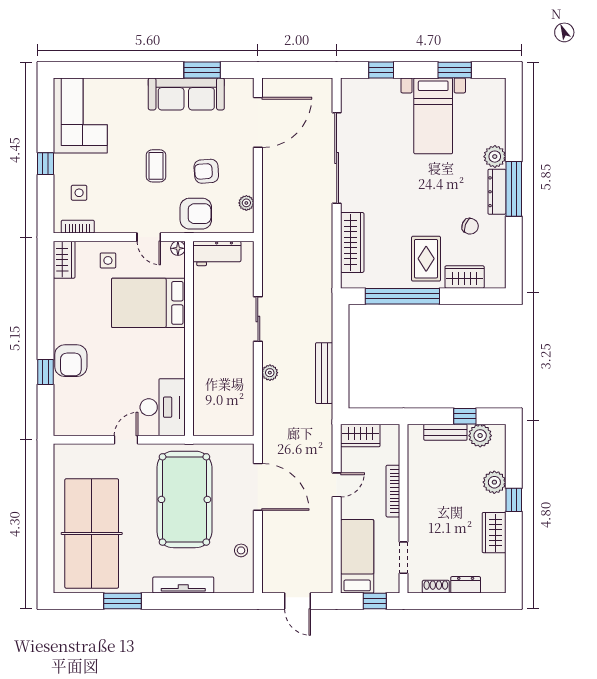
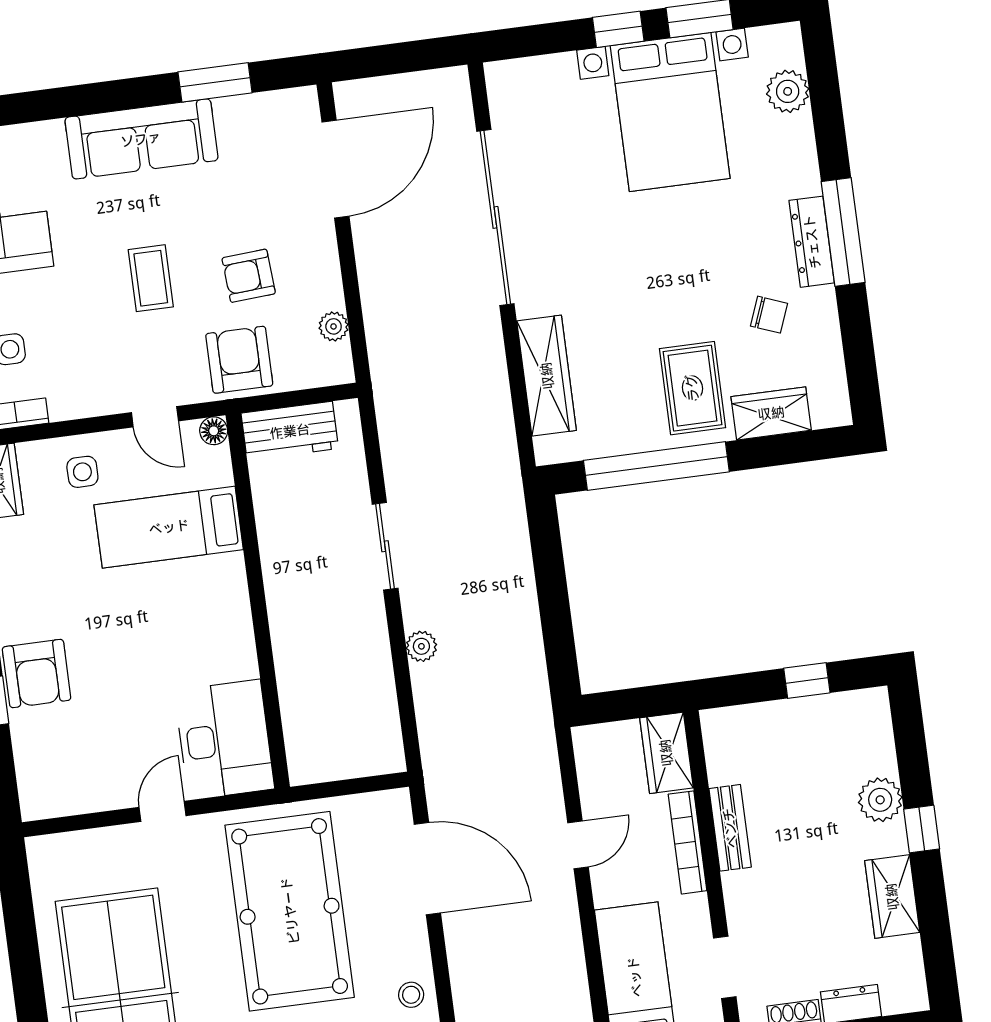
window: (381, 70) -> (618, 29), moved
sofa: (186, 94) -> (141, 139), moved
bed with nightstands: (433, 116) -> (670, 112), width x1.36
plant: (495, 157) -> (788, 91), moved
armchair: (196, 214) -> (239, 360), turned -90
bed: (148, 303) -> (169, 527), width x0.67
bench: (324, 373) -> (526, 633), removed
bench: (445, 432) -> (730, 828), moved, turned 90
wardrobe: (360, 435) -> (666, 753), moved, turned 90
plant: (480, 436) -> (841, 714), removed

